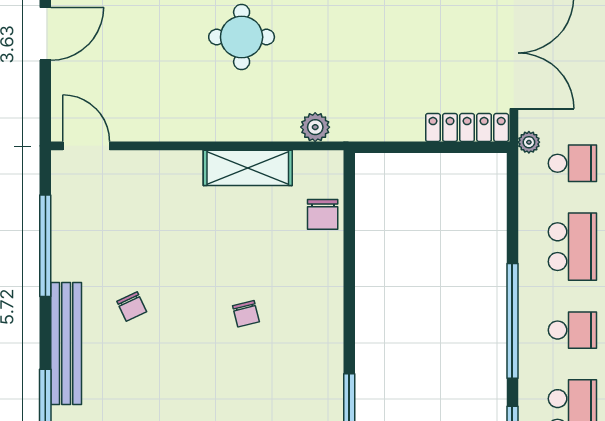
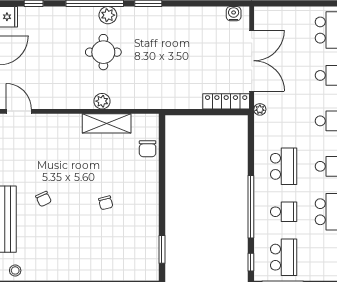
plant: (315, 127) -> (102, 101), moved
school desk: (572, 163) -> (284, 121), removed

